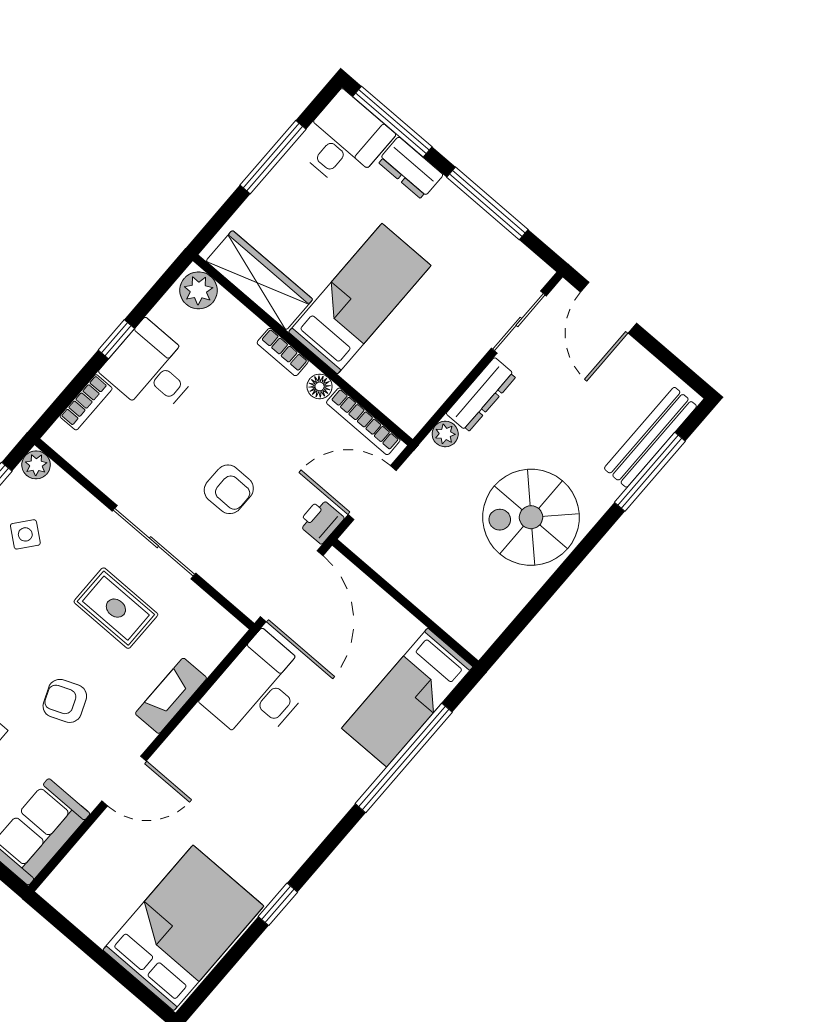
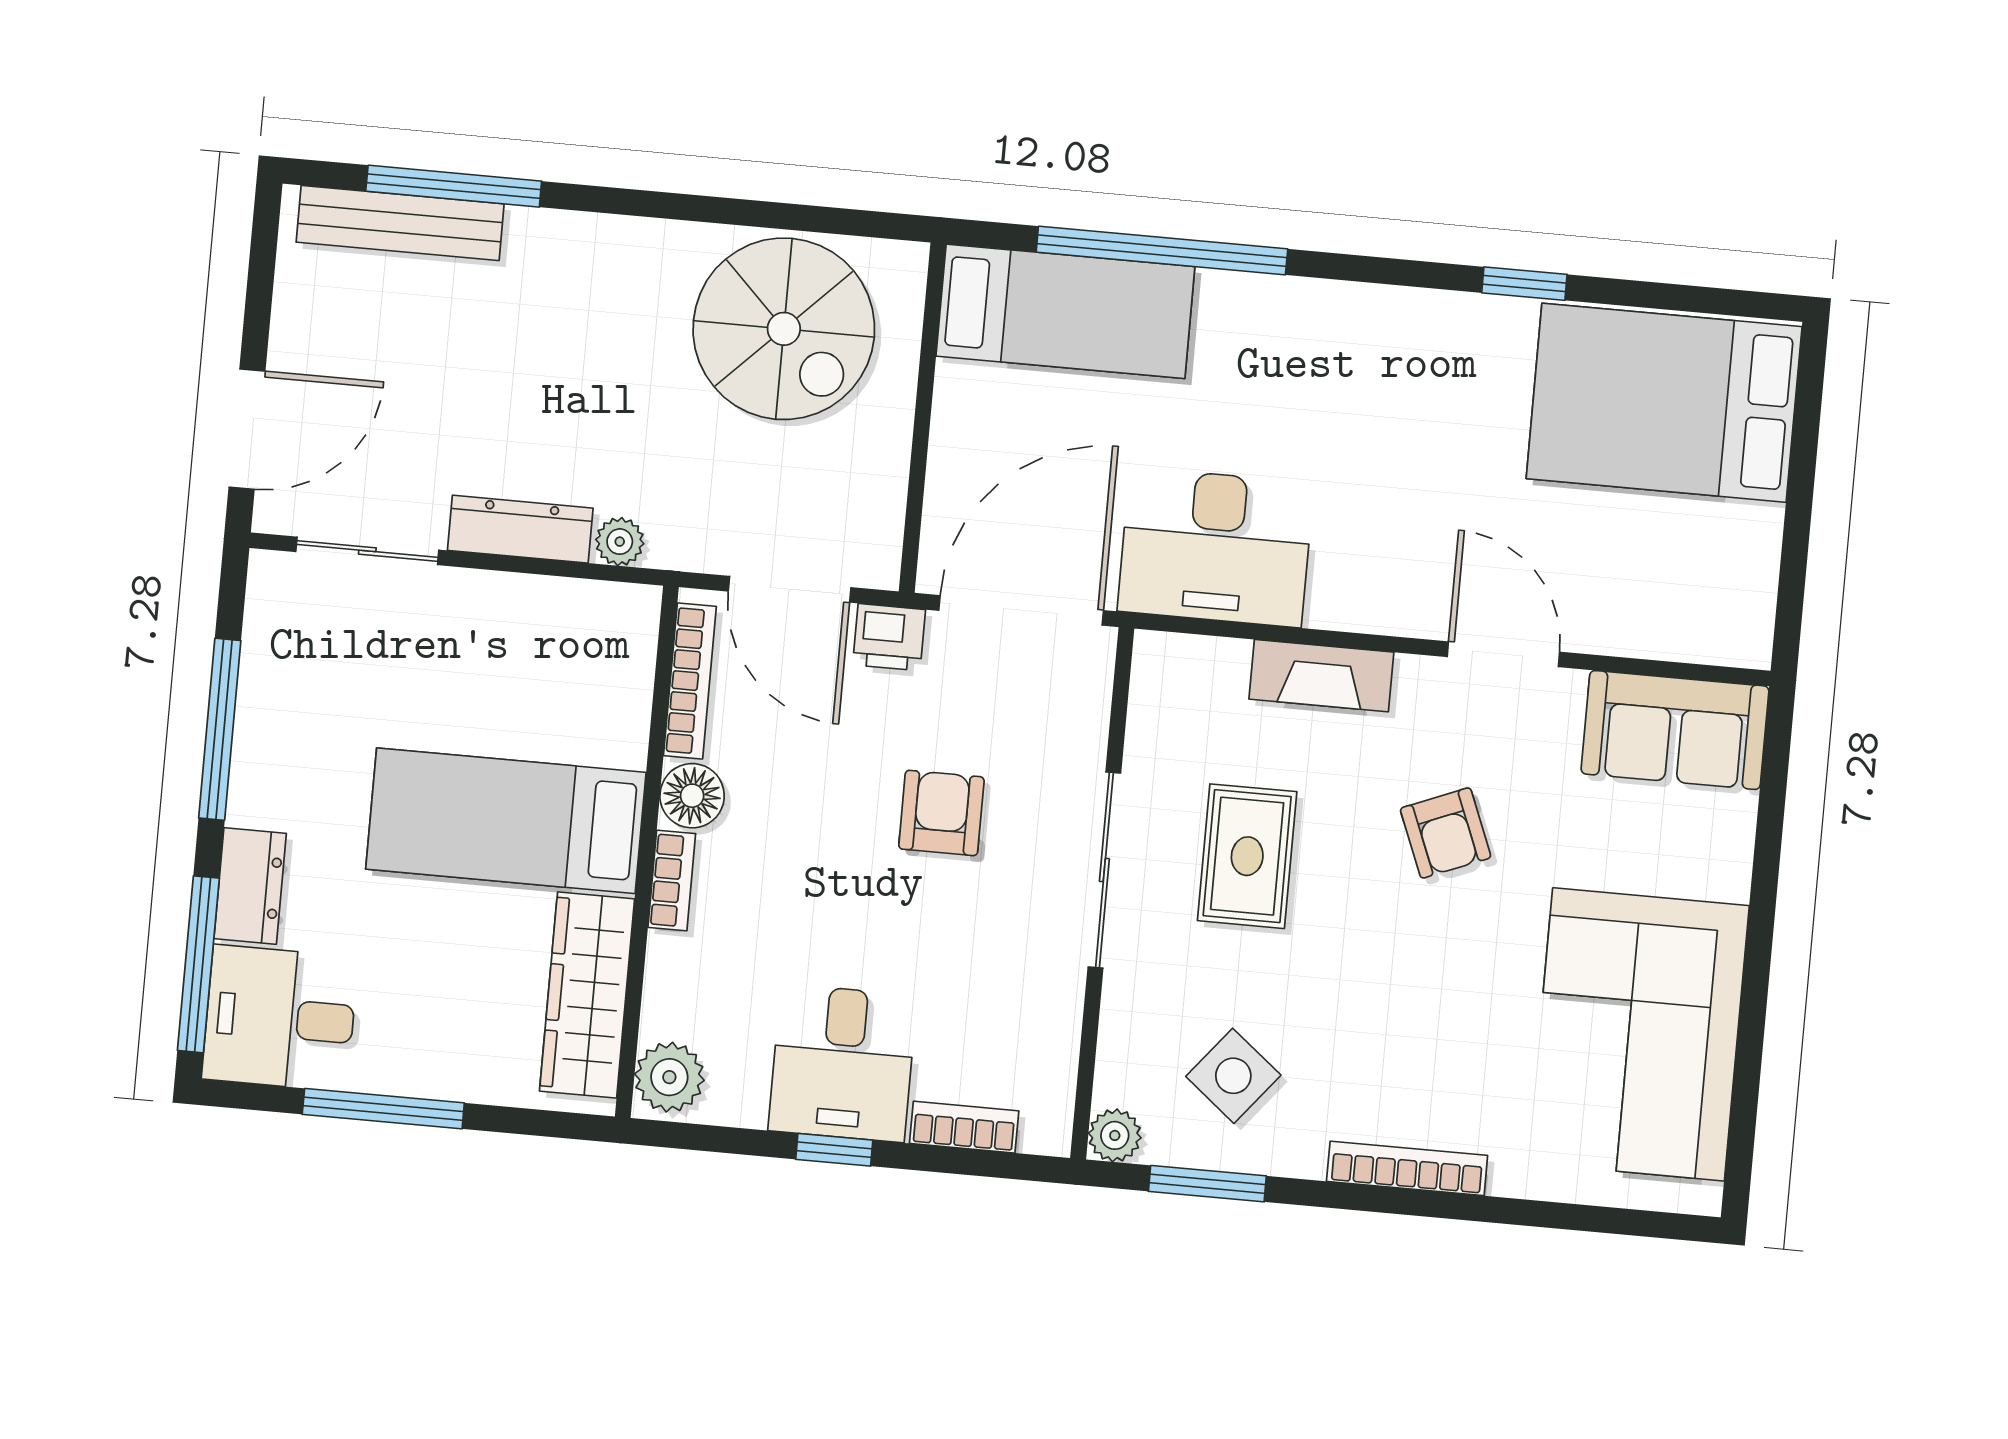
floor lamp: (320, 386) -> (692, 796), width x1.37, depth x1.37
spiral stairs: (531, 517) -> (784, 329), moved
side table: (25, 534) -> (1233, 1076), width x1.37, depth x1.37

